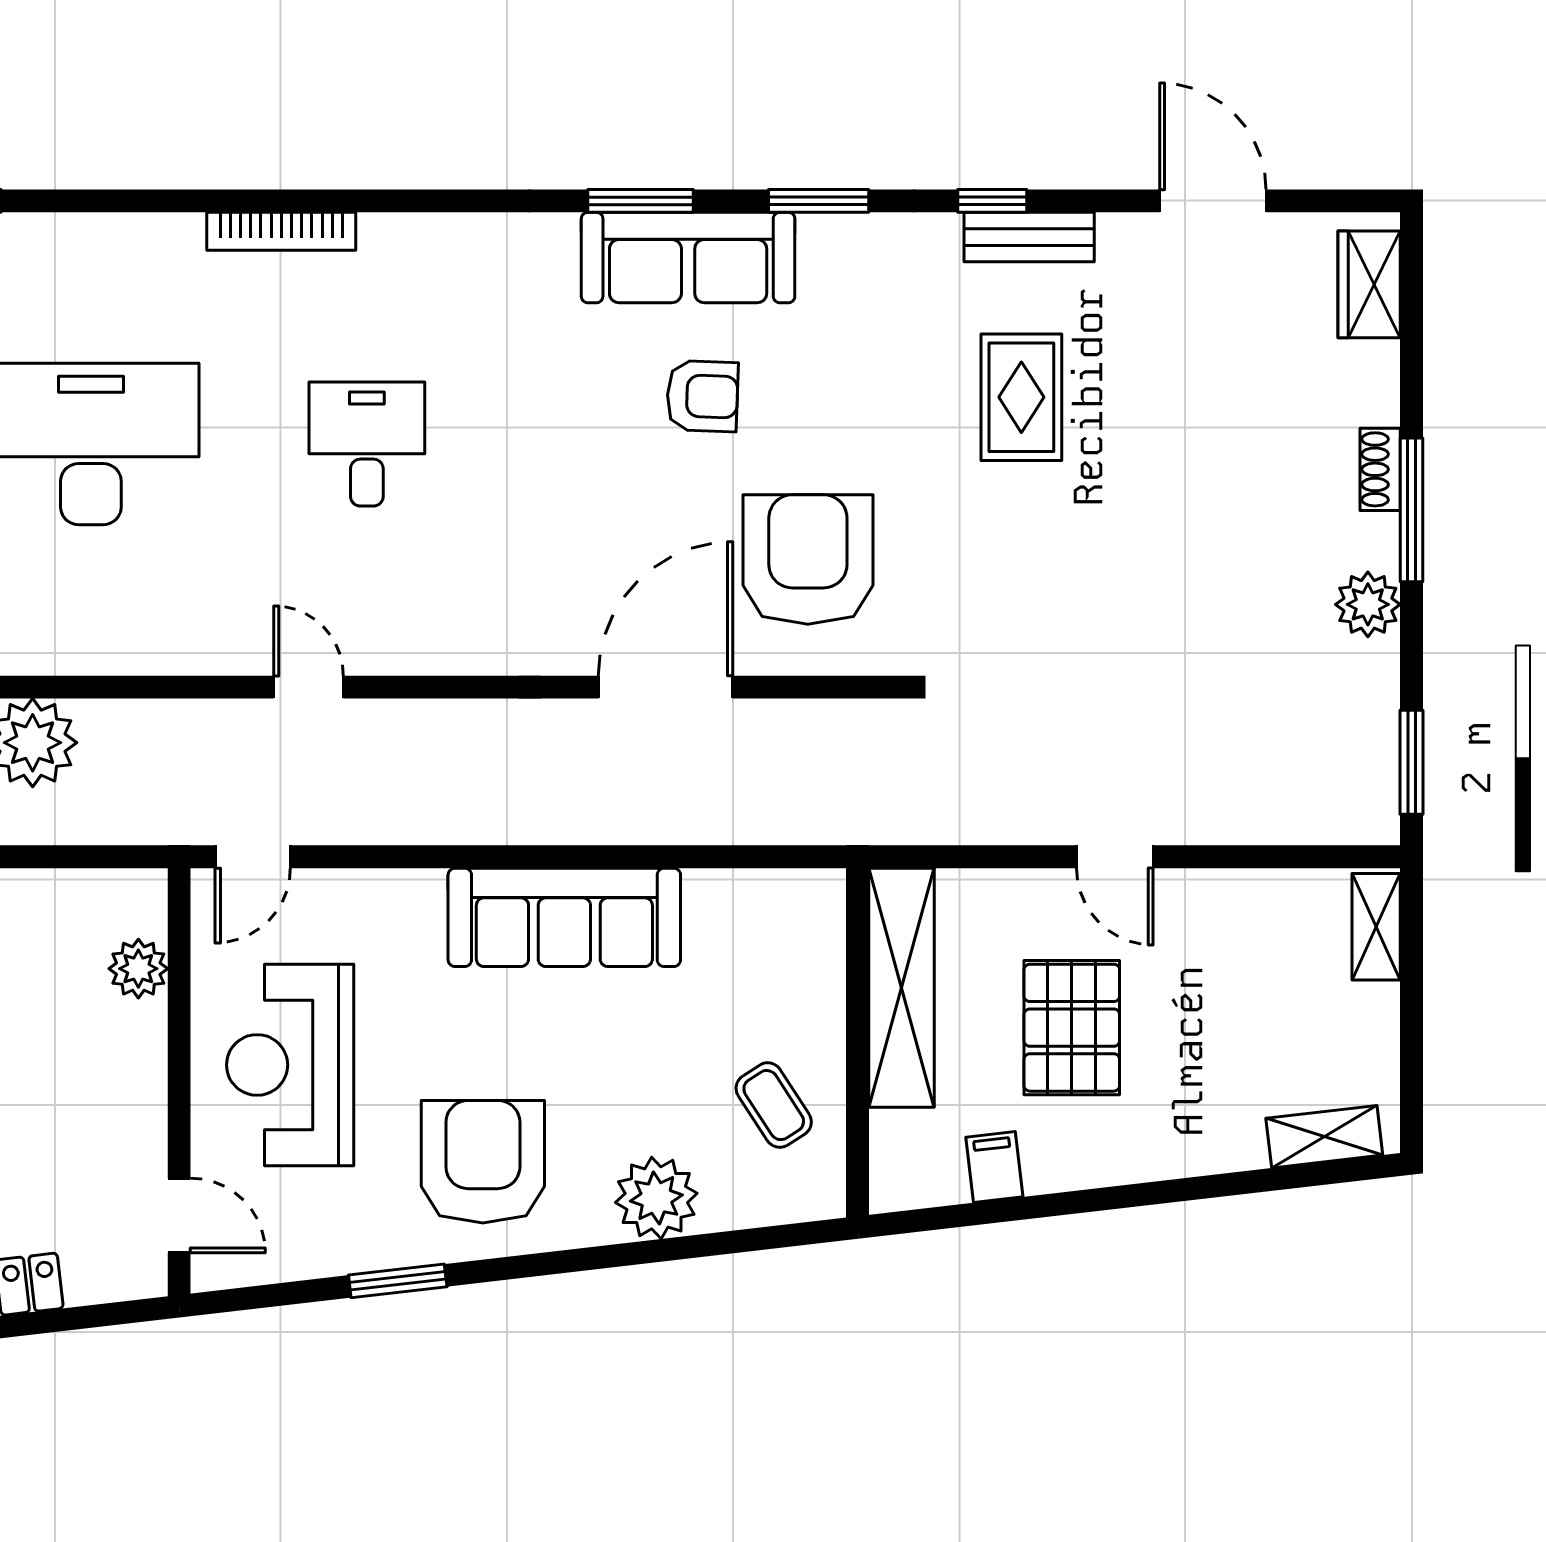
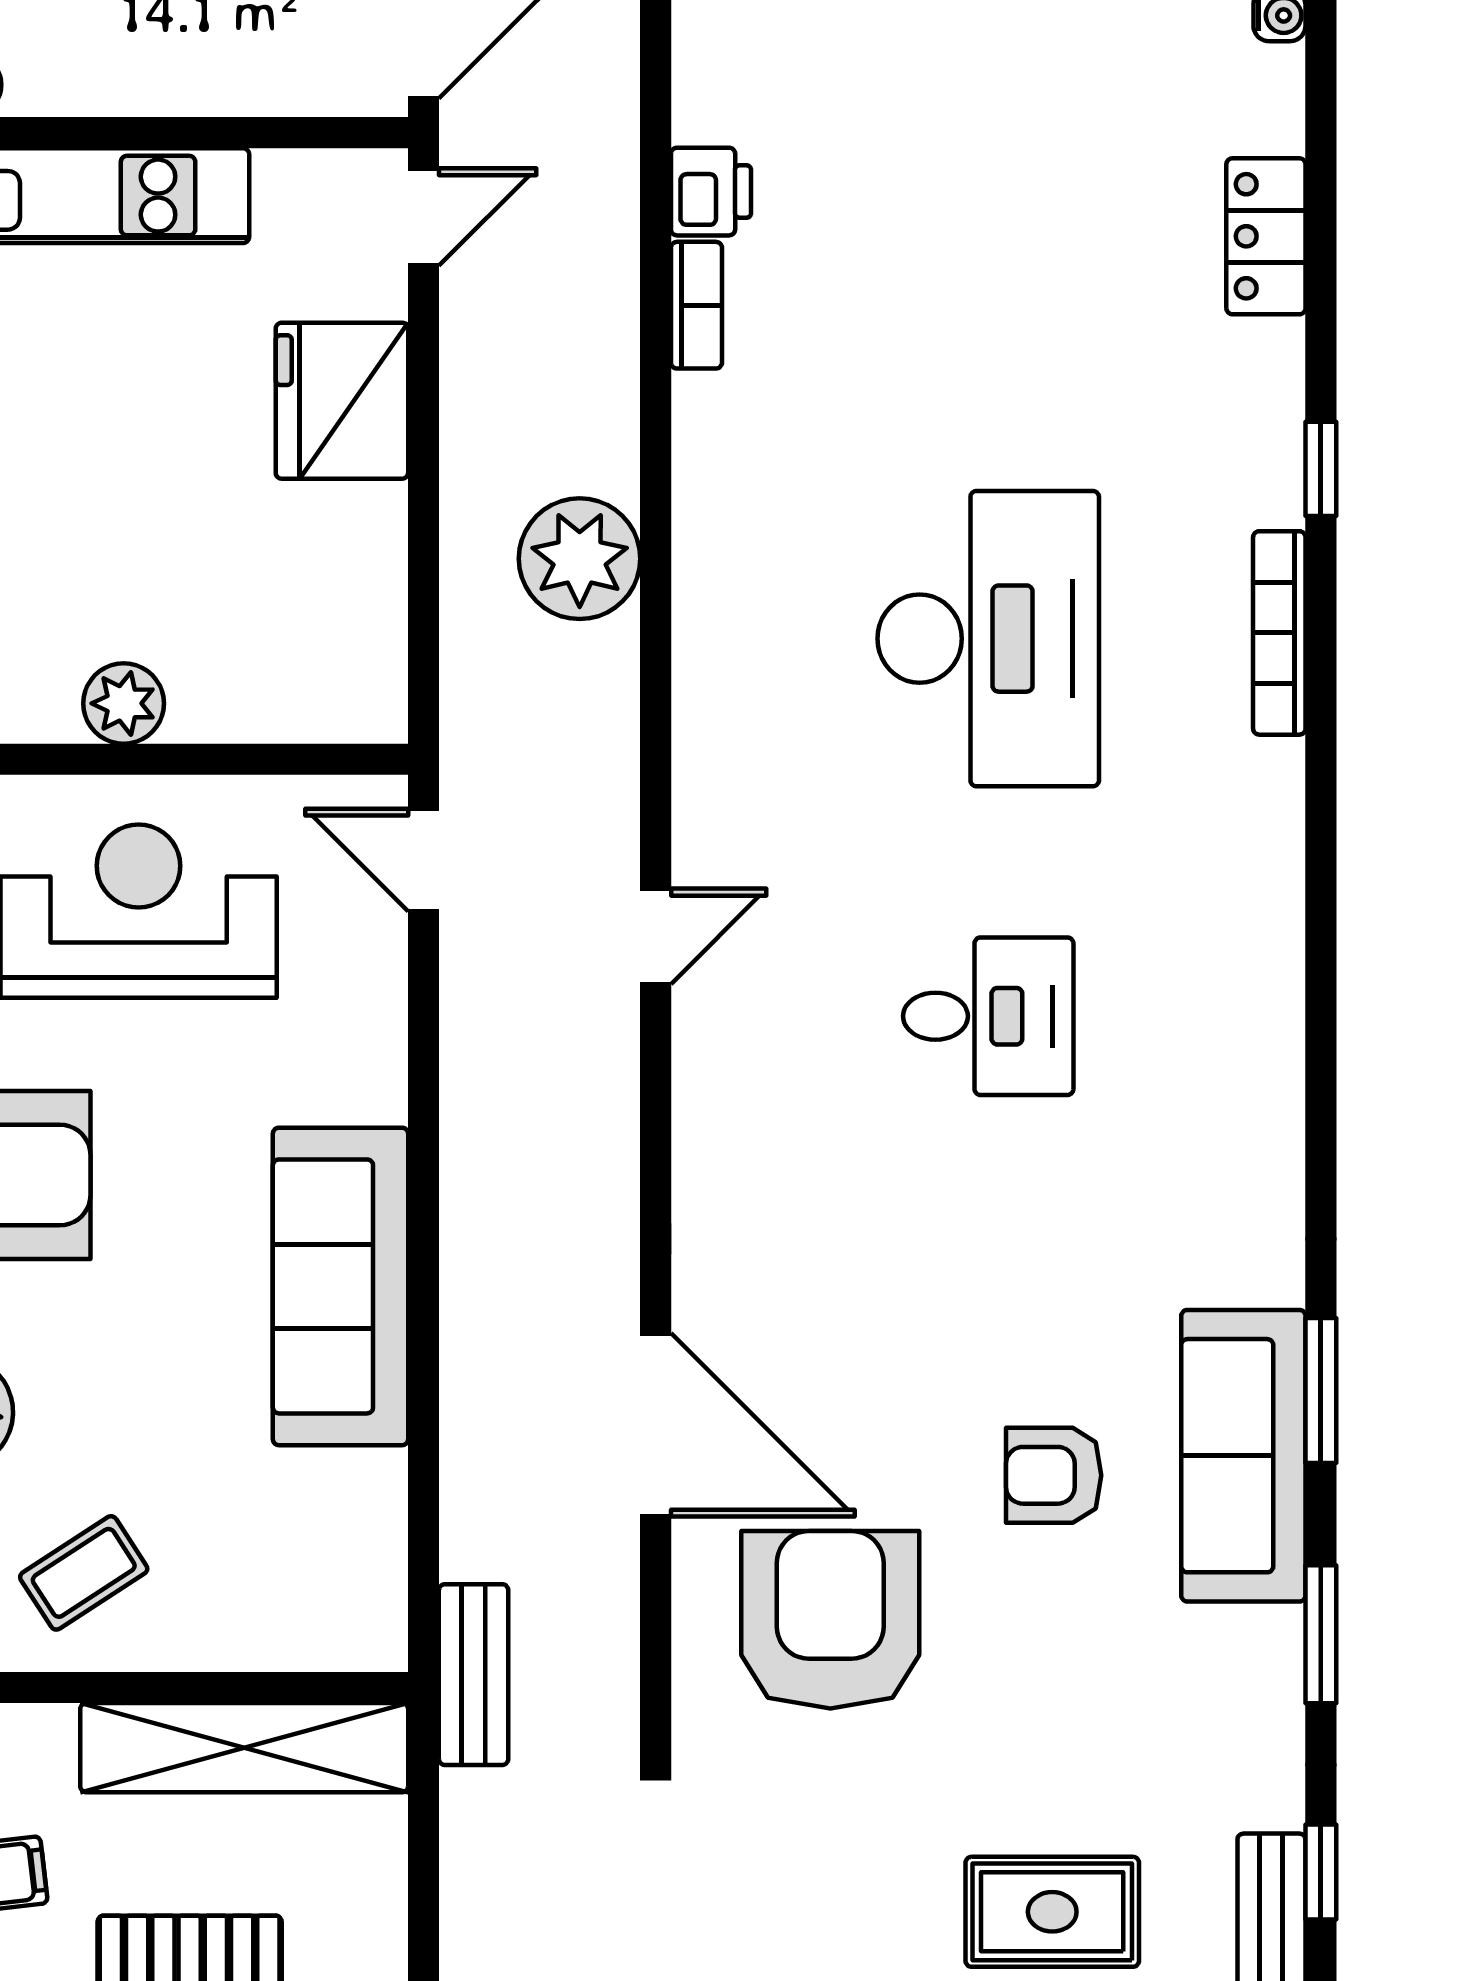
bookcase: (281, 231) -> (1279, 633), moved
armchair: (702, 396) -> (1054, 1475), turned 88
armchair: (808, 559) -> (830, 1620), turned -90
bench: (848, 820) -> (474, 1675), added
plant: (138, 969) -> (124, 703), moved

